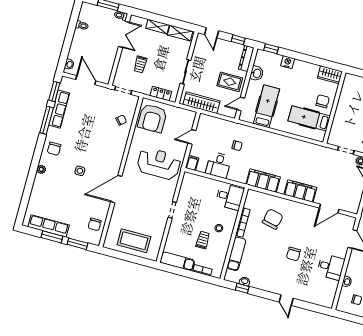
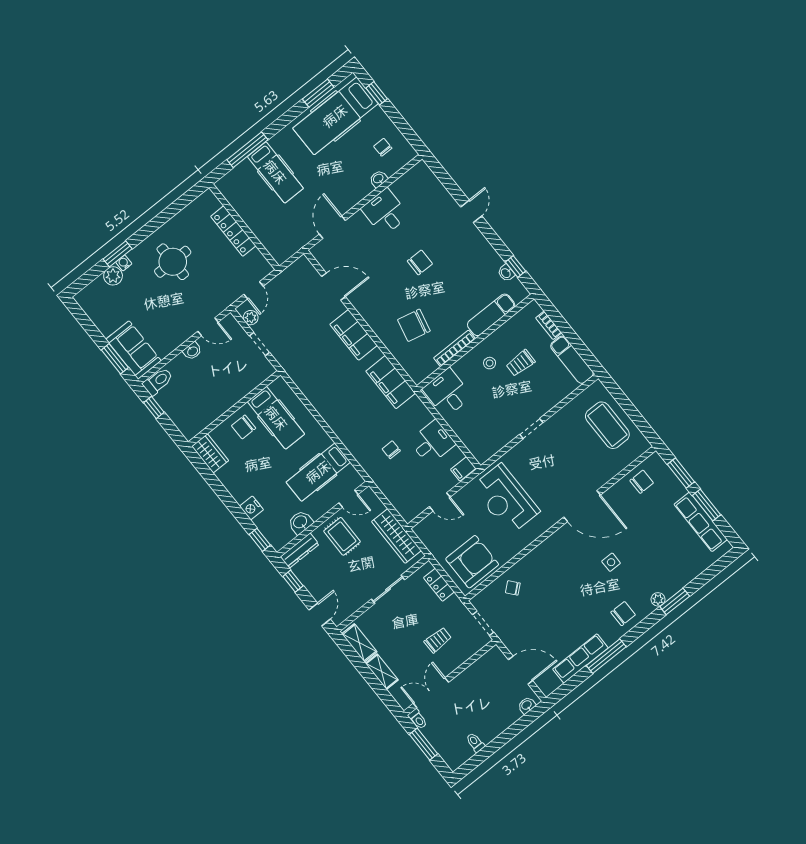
door: (86, 80) -> (521, 670), swing flipped
window: (54, 92) -> (675, 601), moved

